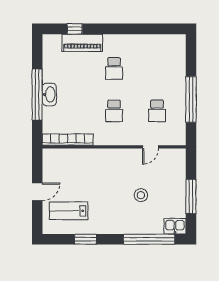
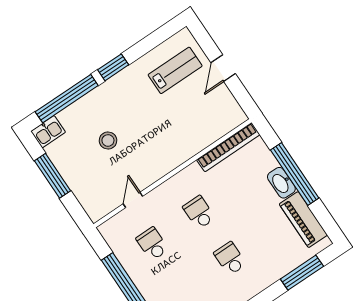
window: (75, 29) -> (302, 273), width x2.17
piano: (82, 43) -> (303, 220), moved, turned -90
window: (85, 239) -> (113, 67), moved

